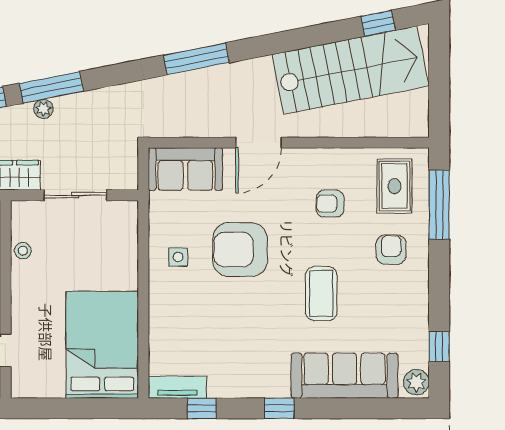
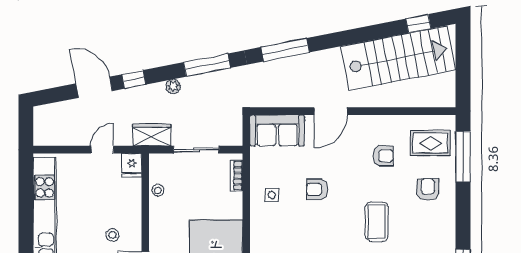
window: (52, 87) -> (207, 65), moved
rug: (394, 186) -> (430, 143), turned 90
armchair: (330, 204) -> (383, 156), turned 180
bookcase: (130, 231) -> (236, 176), added
armchair: (240, 250) -> (317, 189), width x0.53, depth x0.53

